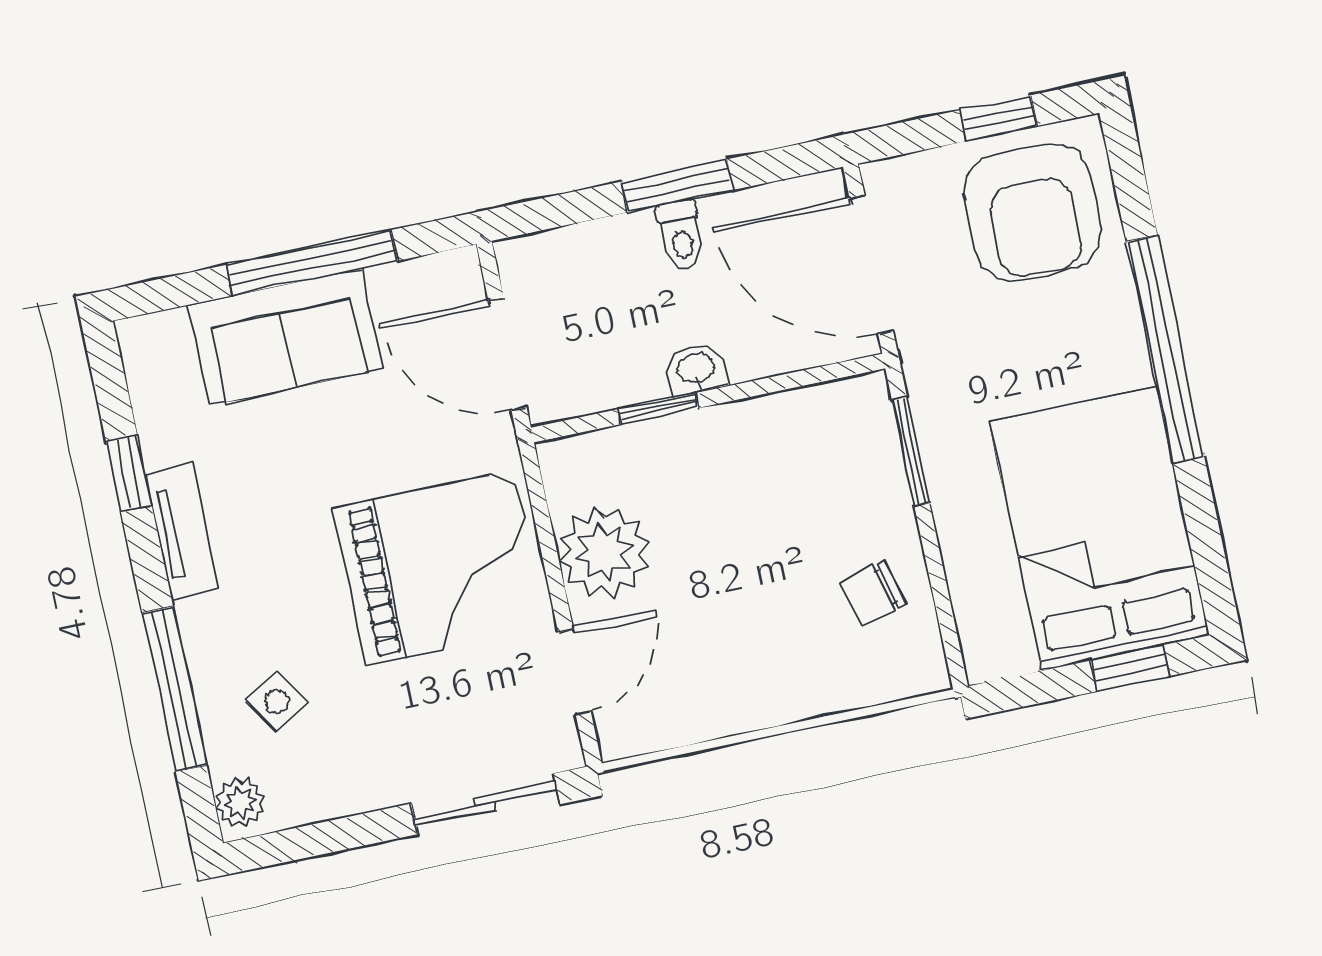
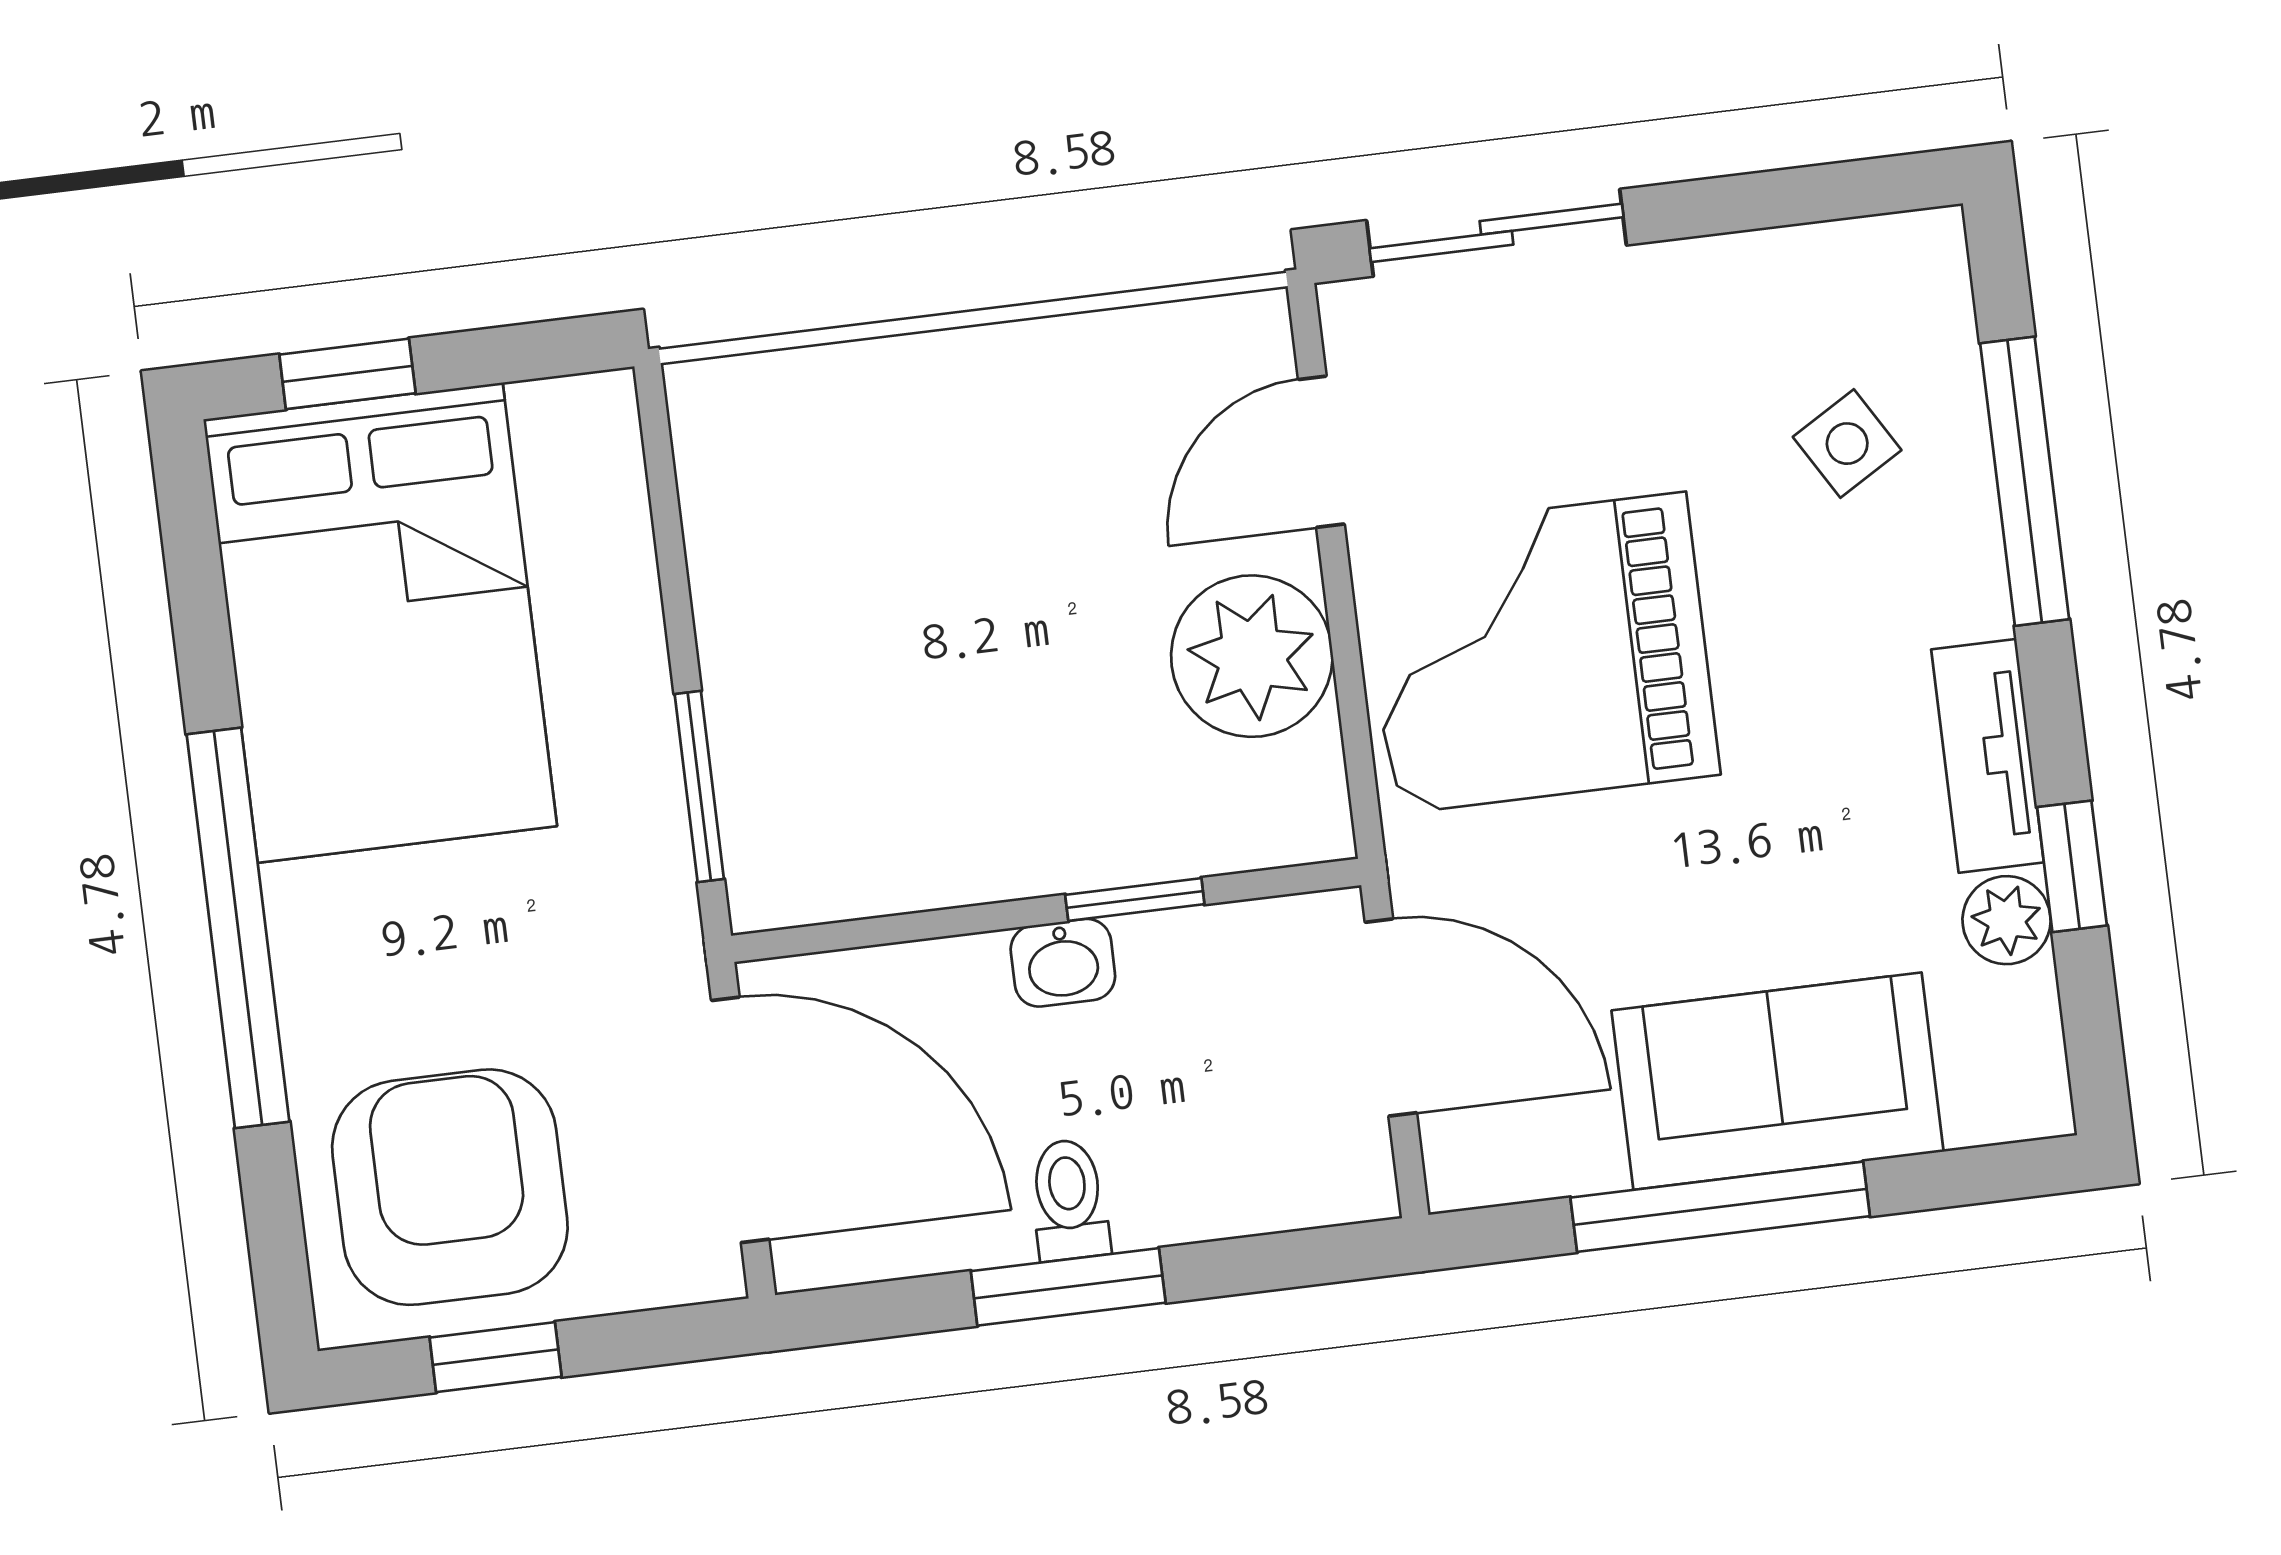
chair: (872, 594) -> (788, 543), removed
plant: (240, 802) -> (2007, 920), moved

